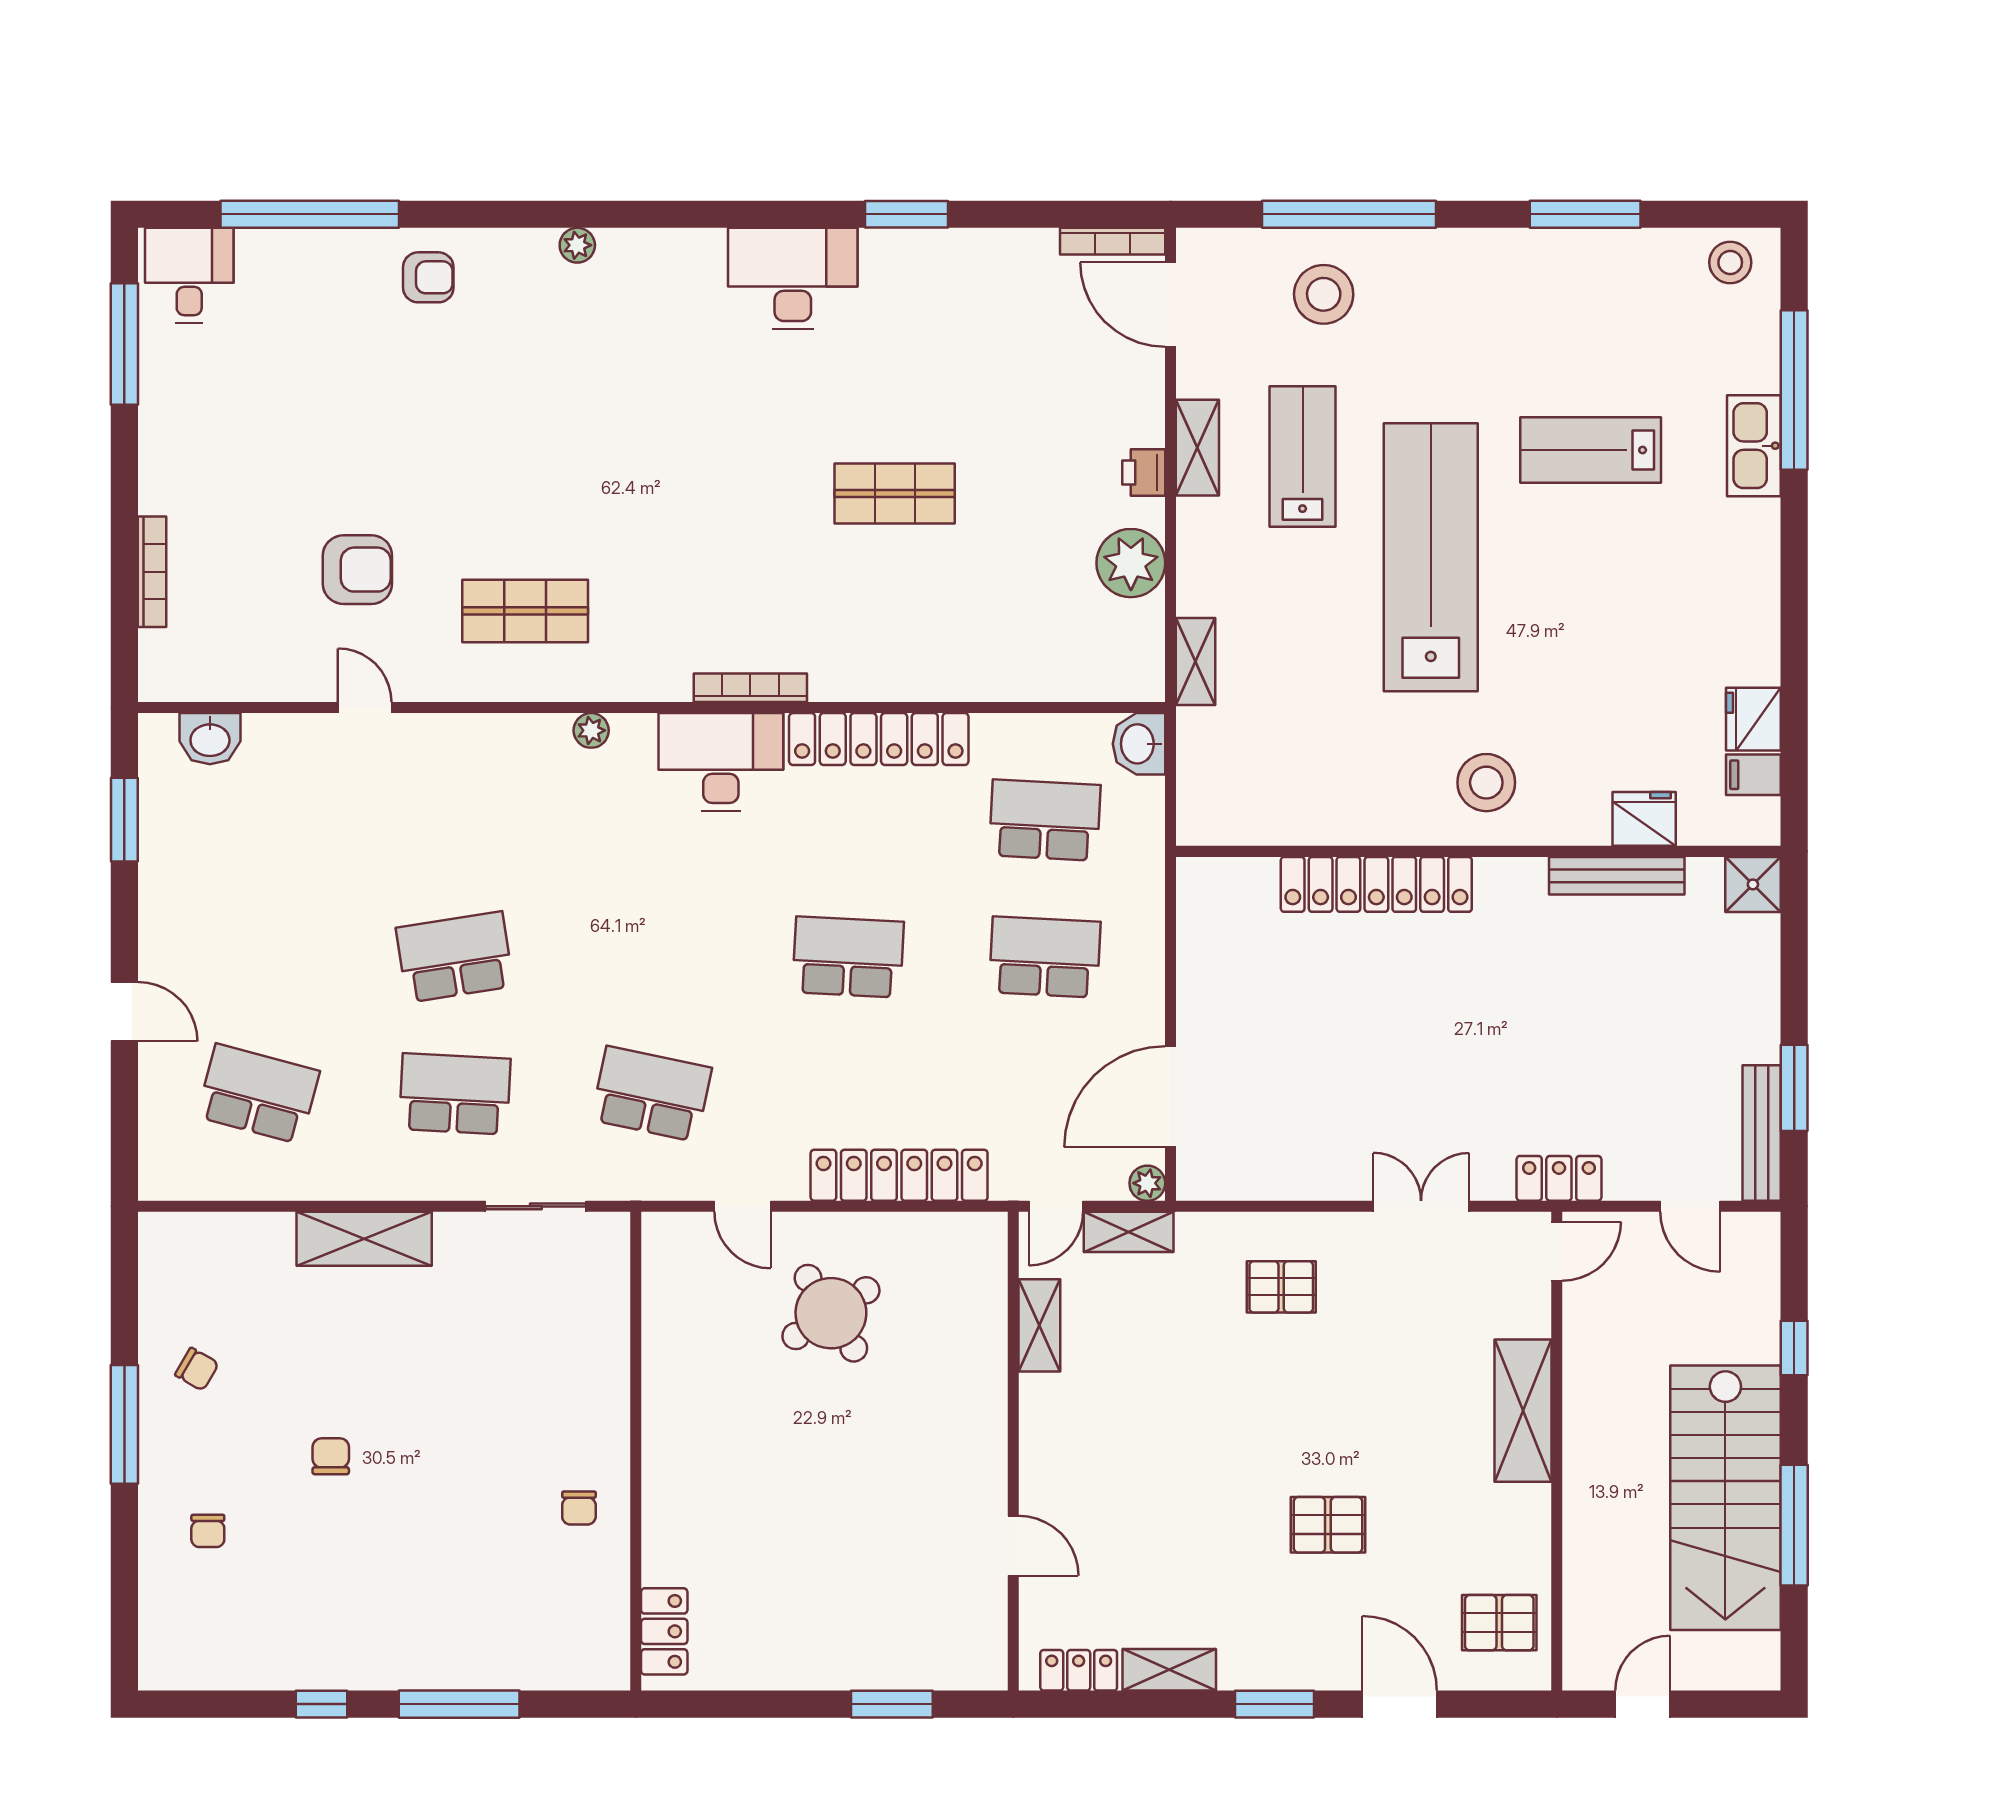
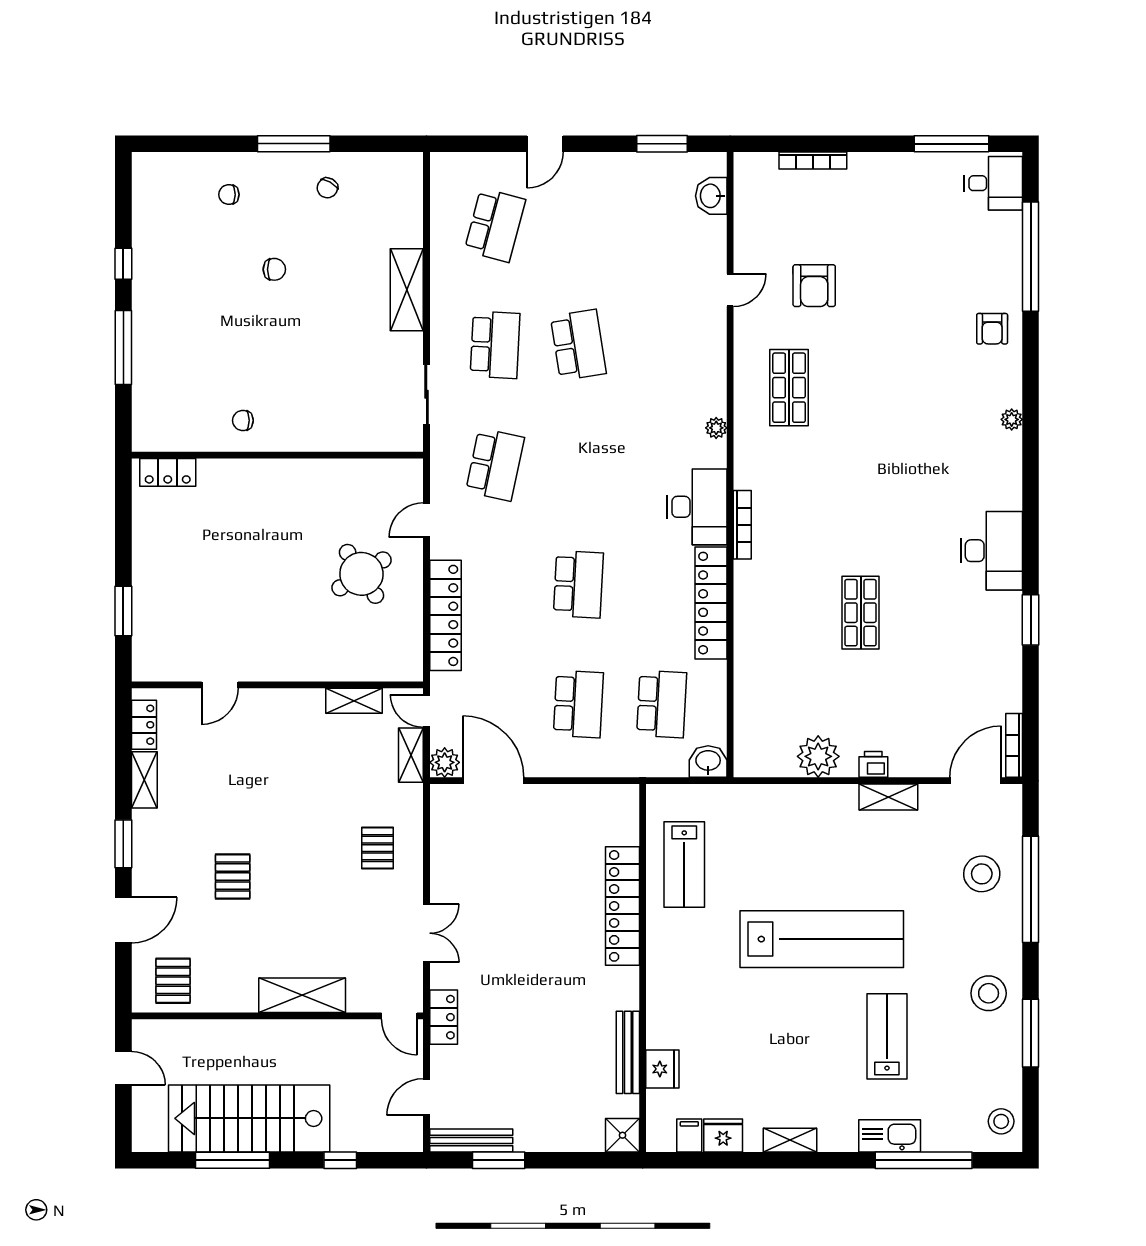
lab bench: (1303, 457) -> (684, 865), moved, turned 90
shelving: (1195, 661) -> (790, 1140), moved
stool: (1486, 783) -> (989, 993), moved
plant: (1147, 1183) -> (445, 762), width x1.38, depth x1.38

